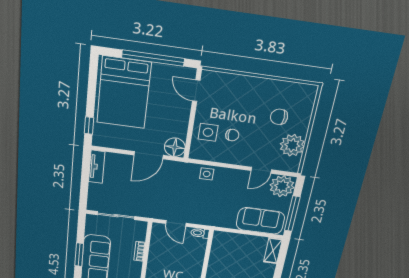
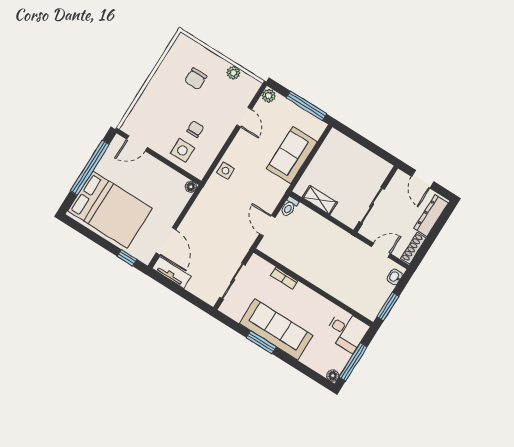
plant: (292, 145) -> (233, 73), width x0.53, depth x0.53
floor lamp: (175, 147) -> (191, 187), width x0.53, depth x0.53
door: (149, 155) -> (166, 241), moved
plant: (282, 186) -> (269, 96), width x0.53, depth x0.53
sofa: (260, 221) -> (292, 155), moved
door: (176, 223) -> (267, 226), swing flipped
shelving: (273, 251) -> (320, 200), moved

